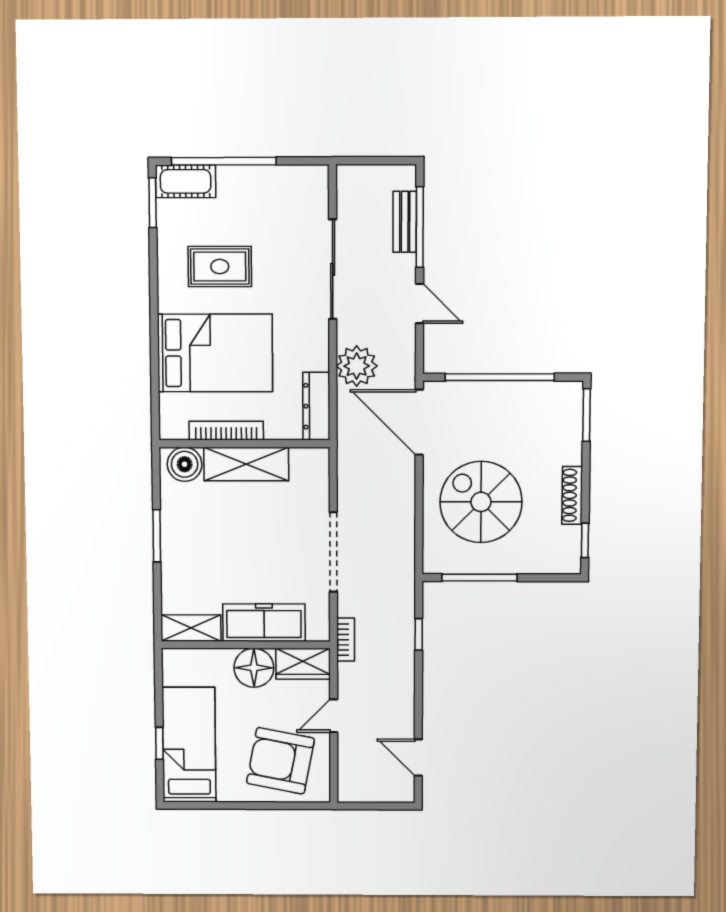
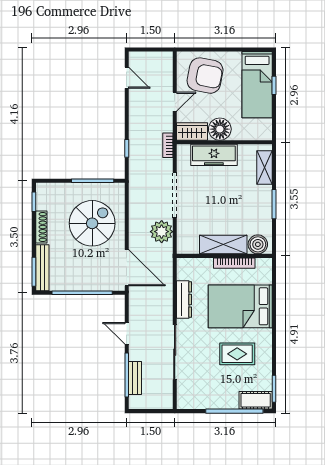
plant: (357, 366) -> (162, 232), moved
dresser: (316, 406) -> (184, 299), moved
bench: (571, 422) -> (42, 268), added
spiral stairs: (481, 502) -> (92, 223), turned -90
shelving: (191, 628) -> (264, 167), moved, turned 90

